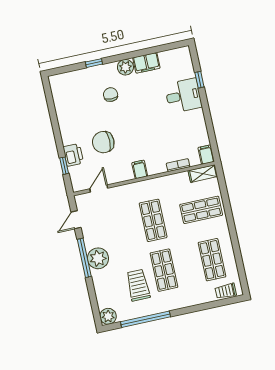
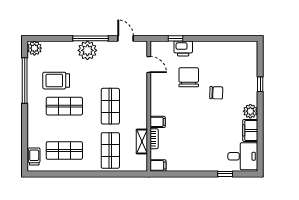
chair: (111, 95) -> (216, 93), moved
desk: (183, 96) -> (243, 156), moved, turned -90
filing cabinet: (140, 169) -> (158, 122), moved
shelving: (203, 174) -> (142, 142), moved
shop shelf: (153, 220) -> (110, 106), turned 90
trolley: (138, 285) -> (56, 81), turned 180

